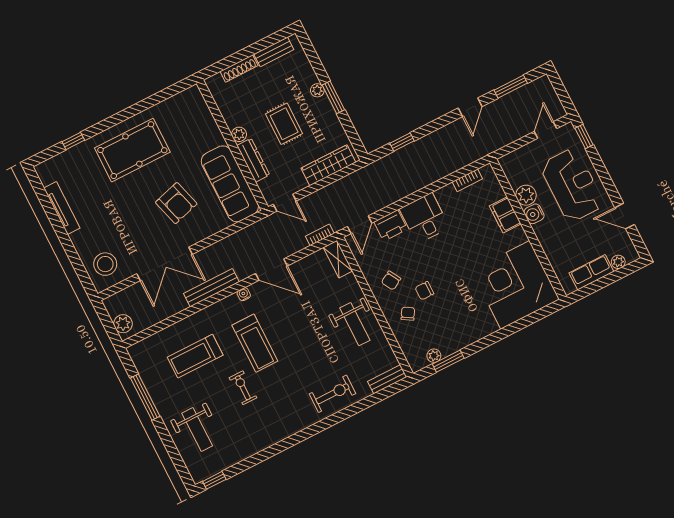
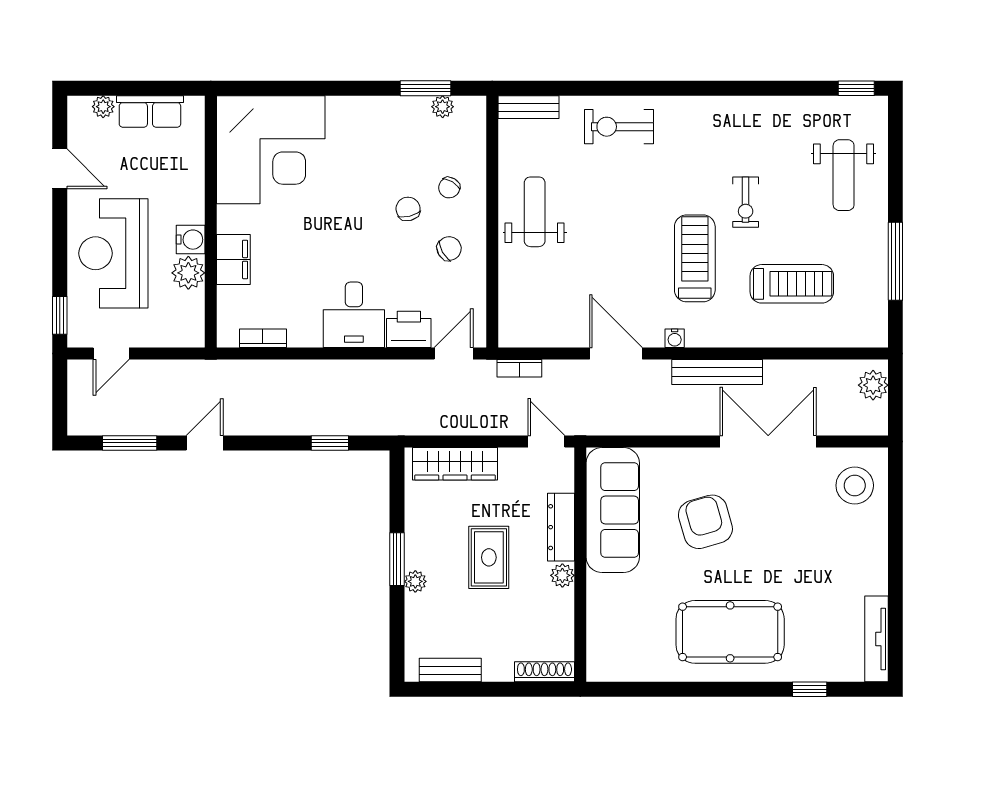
shoe rack: (239, 68) -> (544, 672), moved
tv unit: (62, 208) -> (876, 639), moved
shelving: (338, 259) -> (511, 319), removed
chair: (424, 291) -> (408, 209), turned -104
weight bench: (197, 430) -> (844, 175), turned 180

